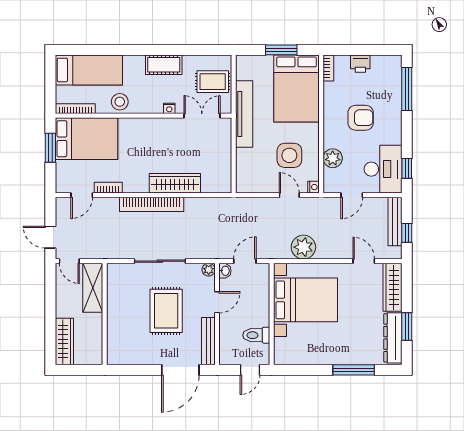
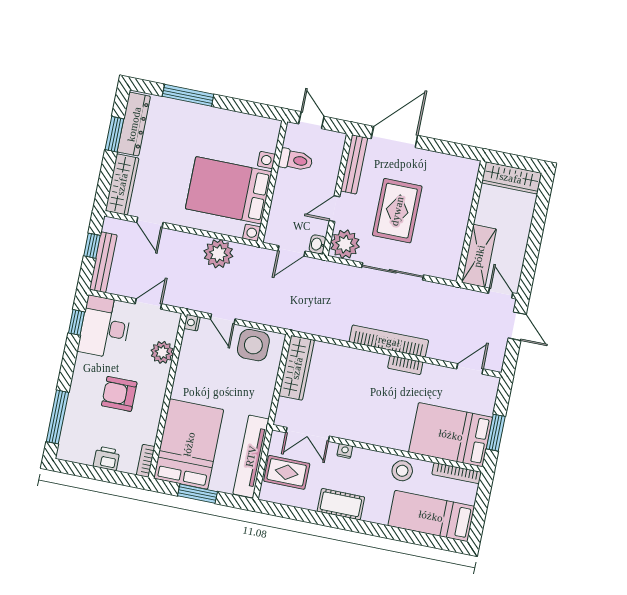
tv unit: (244, 114) -> (251, 456), moved
side table: (289, 155) -> (253, 345), moved
wardrobe: (175, 183) -> (297, 368), moved, turned -90
bookcase: (108, 188) -> (405, 365), moved
plant: (209, 270) -> (345, 244), width x1.87, depth x1.87
wardrobe: (64, 342) -> (511, 178), moved, turned -90
door: (250, 370) -> (311, 120), hinge flipped

